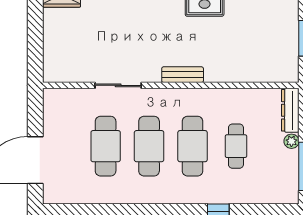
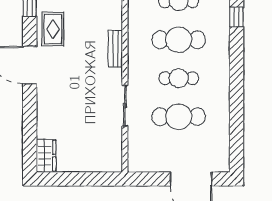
cafe table: (149, 146) -> (179, 78), width x0.73, depth x0.74

